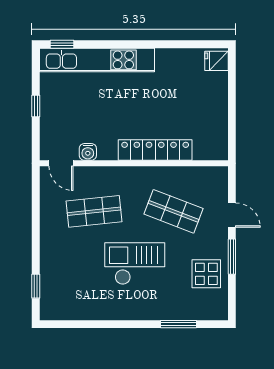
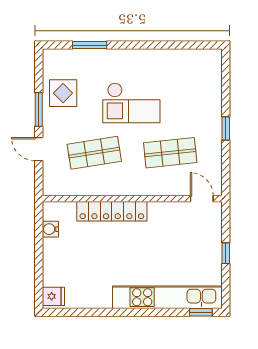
water cooler: (88, 152) -> (50, 229), moved, turned -90
shop shelf: (174, 211) -> (94, 153), turned -30
window: (36, 286) -> (226, 129), moved

